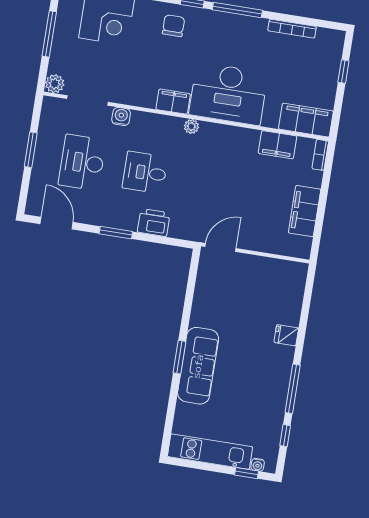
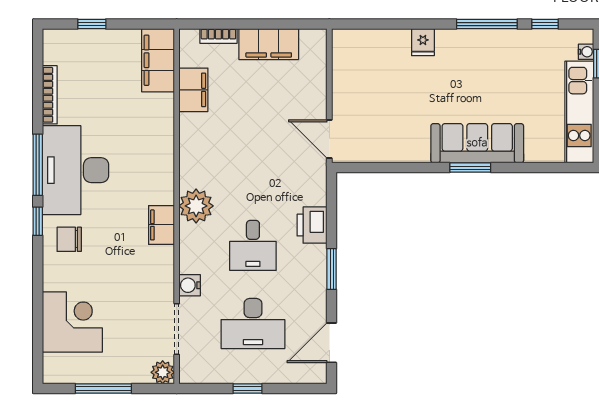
desk: (228, 94) -> (75, 170), moved, turned 180
plant: (191, 127) -> (196, 206), width x1.87, depth x1.87
window: (31, 150) -> (248, 389), width x0.67
bookcase: (320, 155) -> (218, 36), moved

